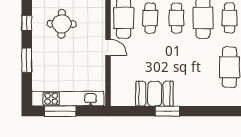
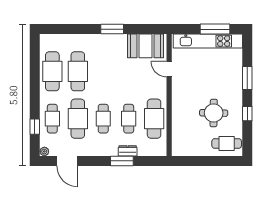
door: (108, 47) -> (169, 69), moved
cafe table: (203, 67) -> (78, 71), added
booth: (155, 94) -> (146, 46), moved

